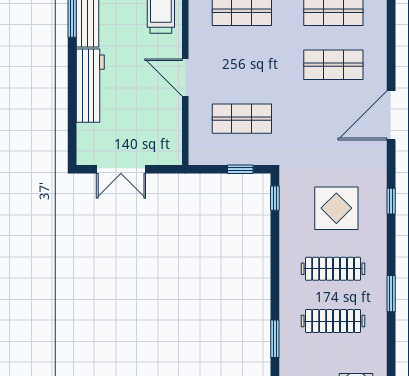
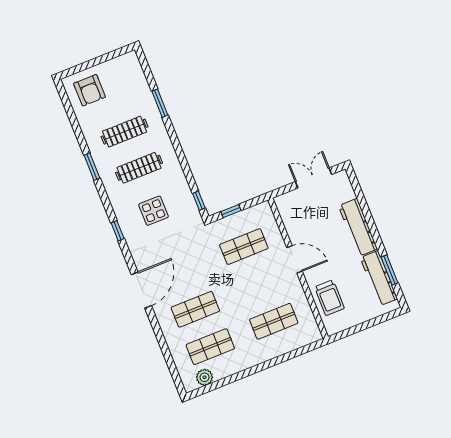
display table: (336, 208) -> (154, 211), width x0.73, depth x0.73

